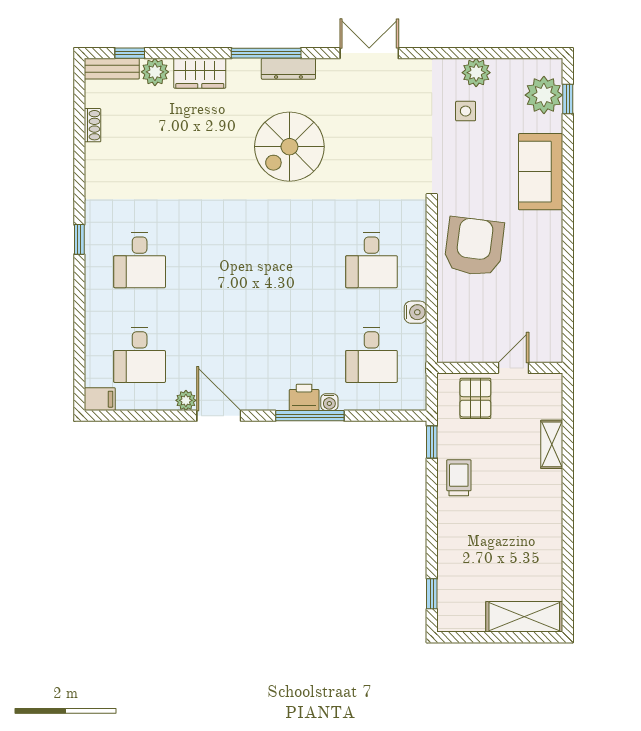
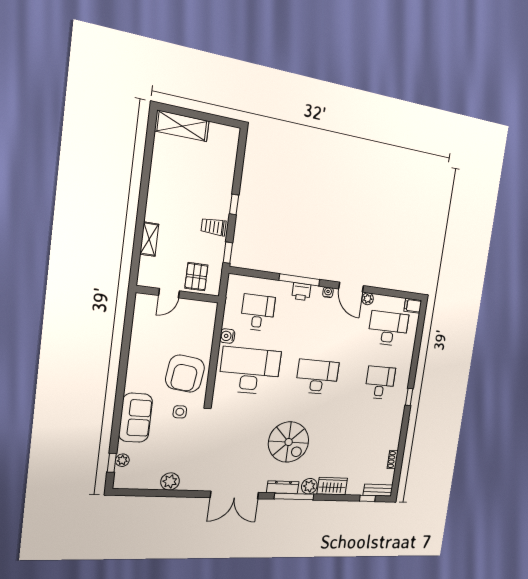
double door: (369, 53) -> (235, 495), width x1.37
plant: (155, 72) -> (309, 486), moved
plant: (544, 95) -> (122, 460), width x0.53, depth x0.53
side table: (466, 111) -> (180, 412), moved
spiral stairs: (289, 147) -> (289, 442), turned 90
desk: (256, 260) -> (317, 377), added
desk: (371, 260) -> (250, 371), width x1.87, depth x1.30
desk: (140, 355) -> (388, 328), width x1.37
water cooler: (329, 402) -> (328, 292), moved
trolley: (459, 478) -> (214, 227), turned 90
window: (432, 594) -> (234, 204), moved

